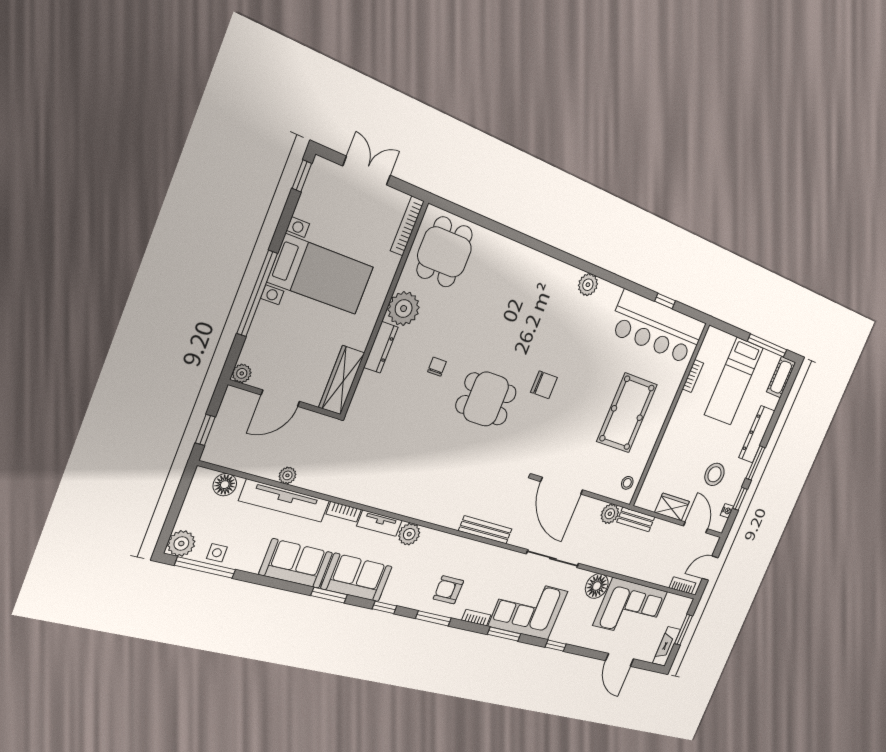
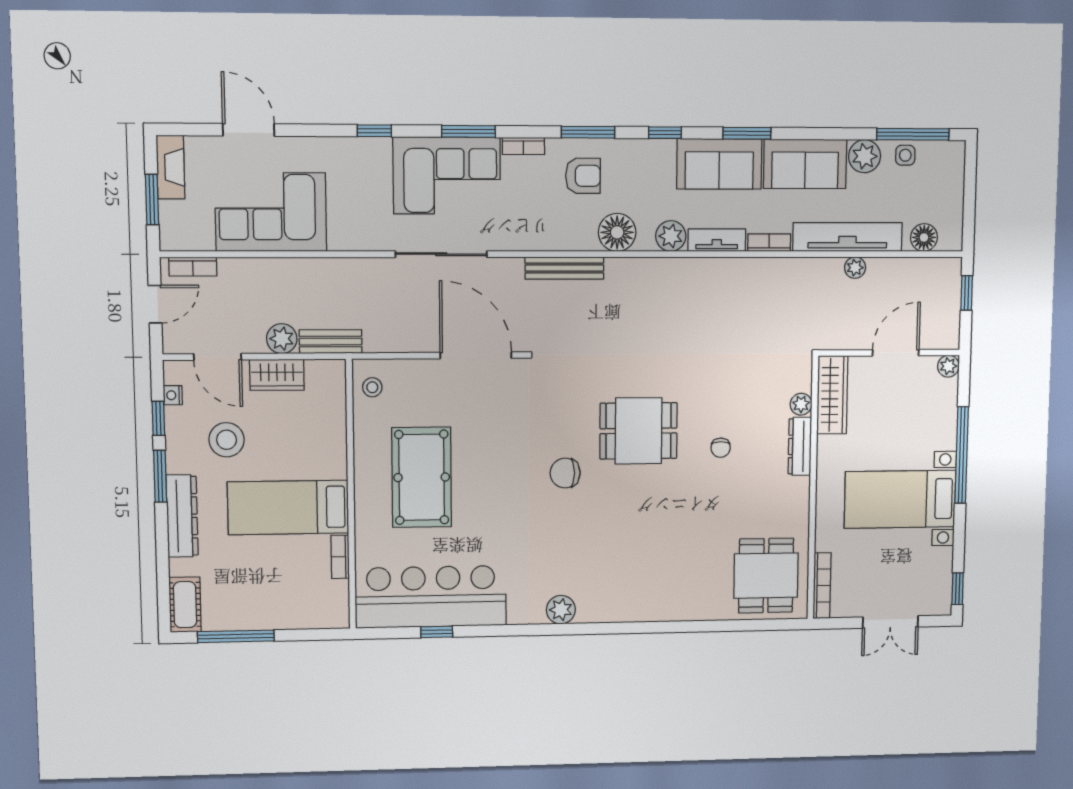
plant: (404, 309) -> (801, 404), moved, width x0.53, depth x0.53
bed: (734, 381) -> (288, 507), moved, turned -90
plant: (610, 514) -> (282, 339), moved
plant: (181, 543) -> (865, 156), moved
floor lamp: (597, 586) -> (617, 232), moved

